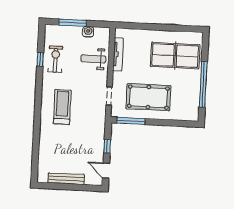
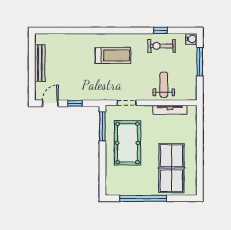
water cooler: (88, 32) -> (191, 39), moved
exercise bike: (55, 59) -> (162, 46), turned 180

